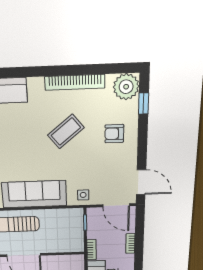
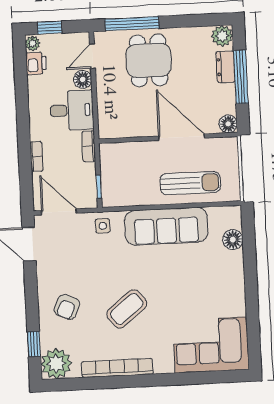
armchair: (114, 134) -> (67, 307), turned 114

